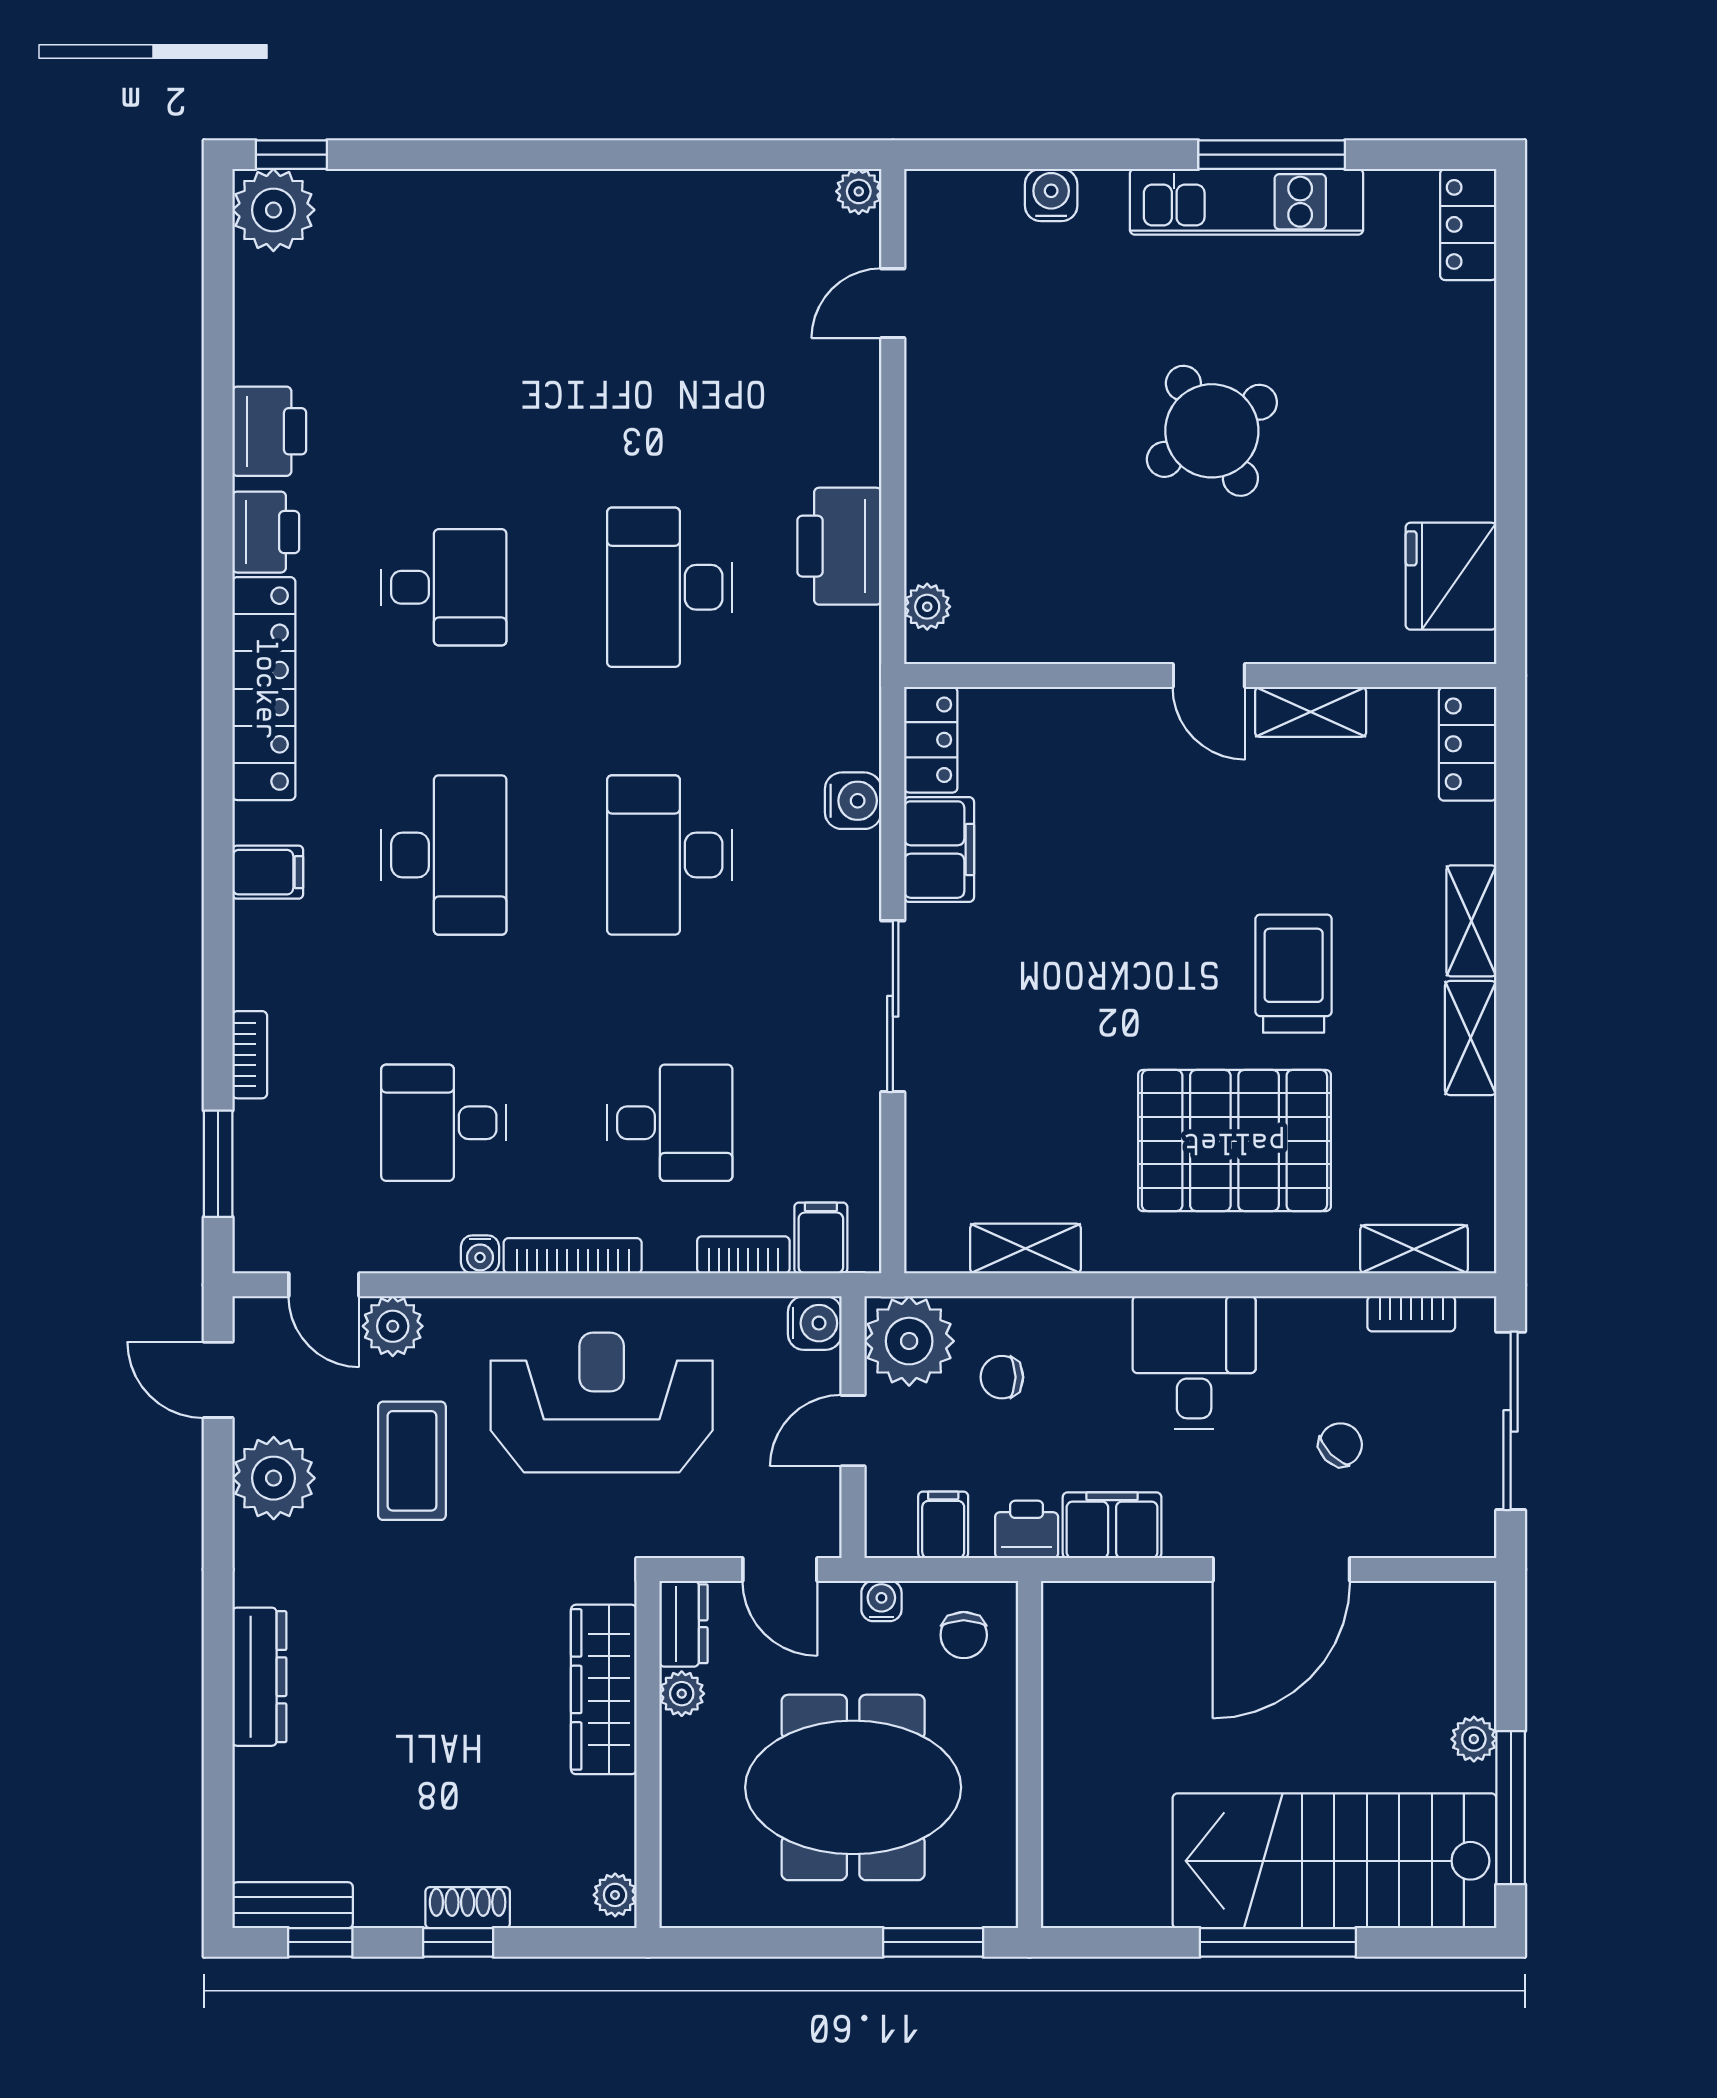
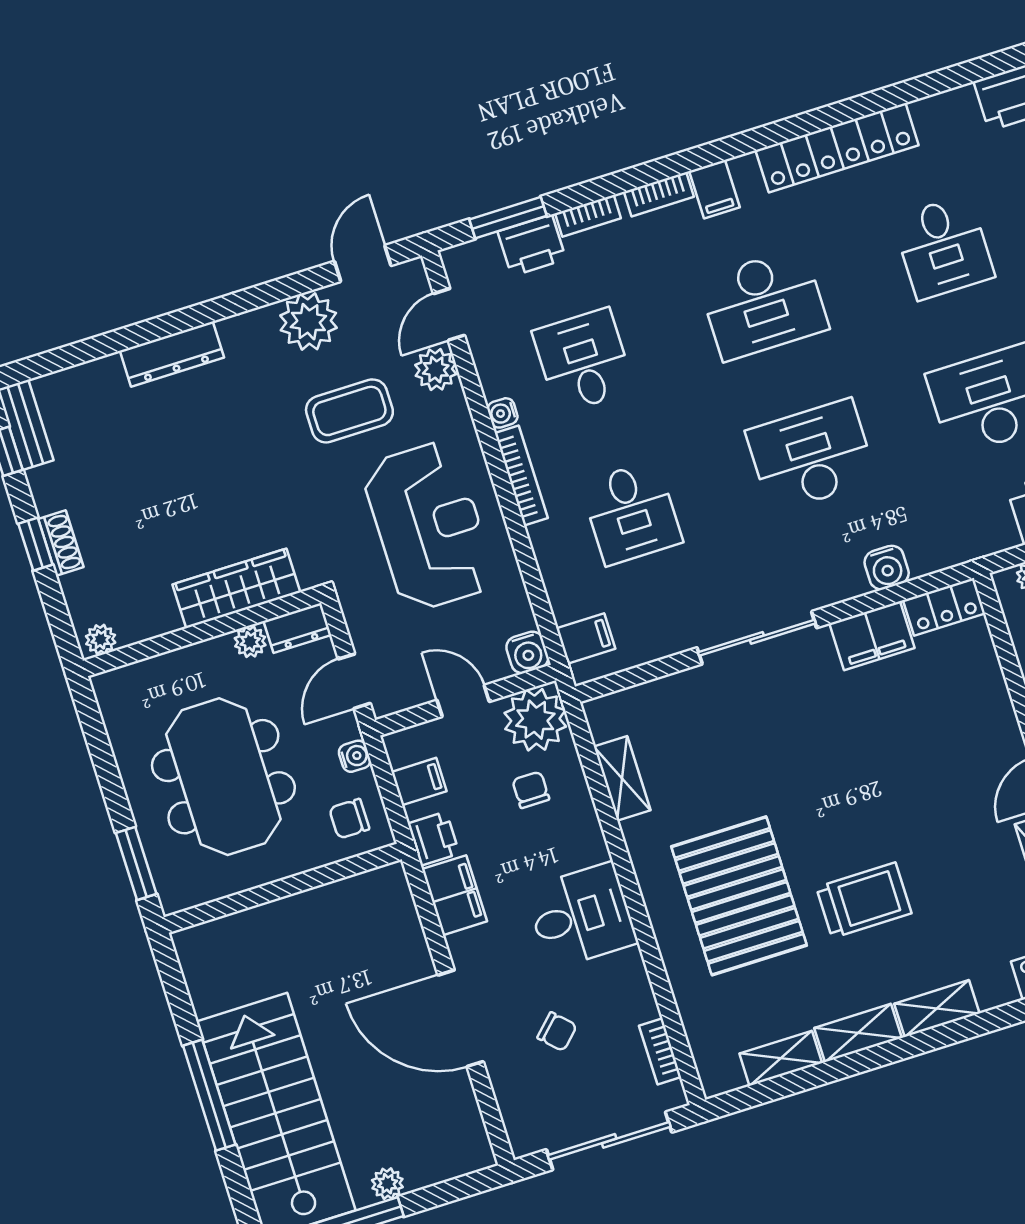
printer: (266, 532) -> (532, 245), moved
shelving: (1414, 1249) -> (781, 1058), moved, turned 90
bookcase: (743, 1255) -> (659, 194), moved, turned 90

